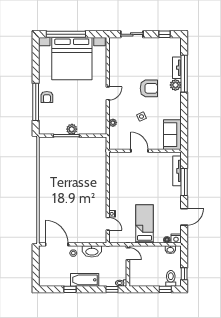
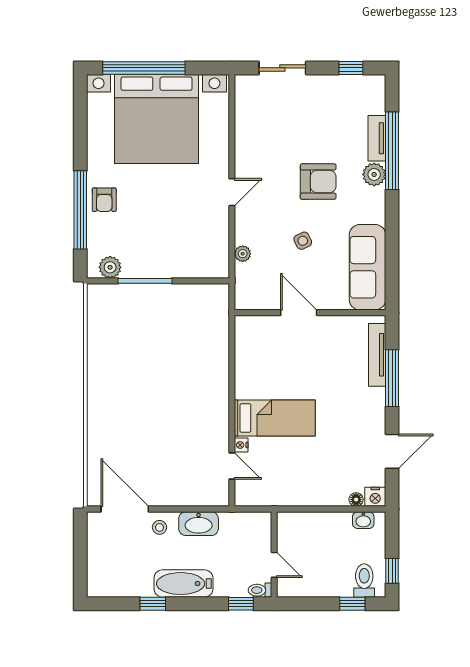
plant: (72, 129) -> (110, 267), moved
sofa: (172, 135) -> (367, 267), width x1.36
bed: (145, 224) -> (275, 418), moved, turned 90
door: (128, 254) -> (274, 565), moved

